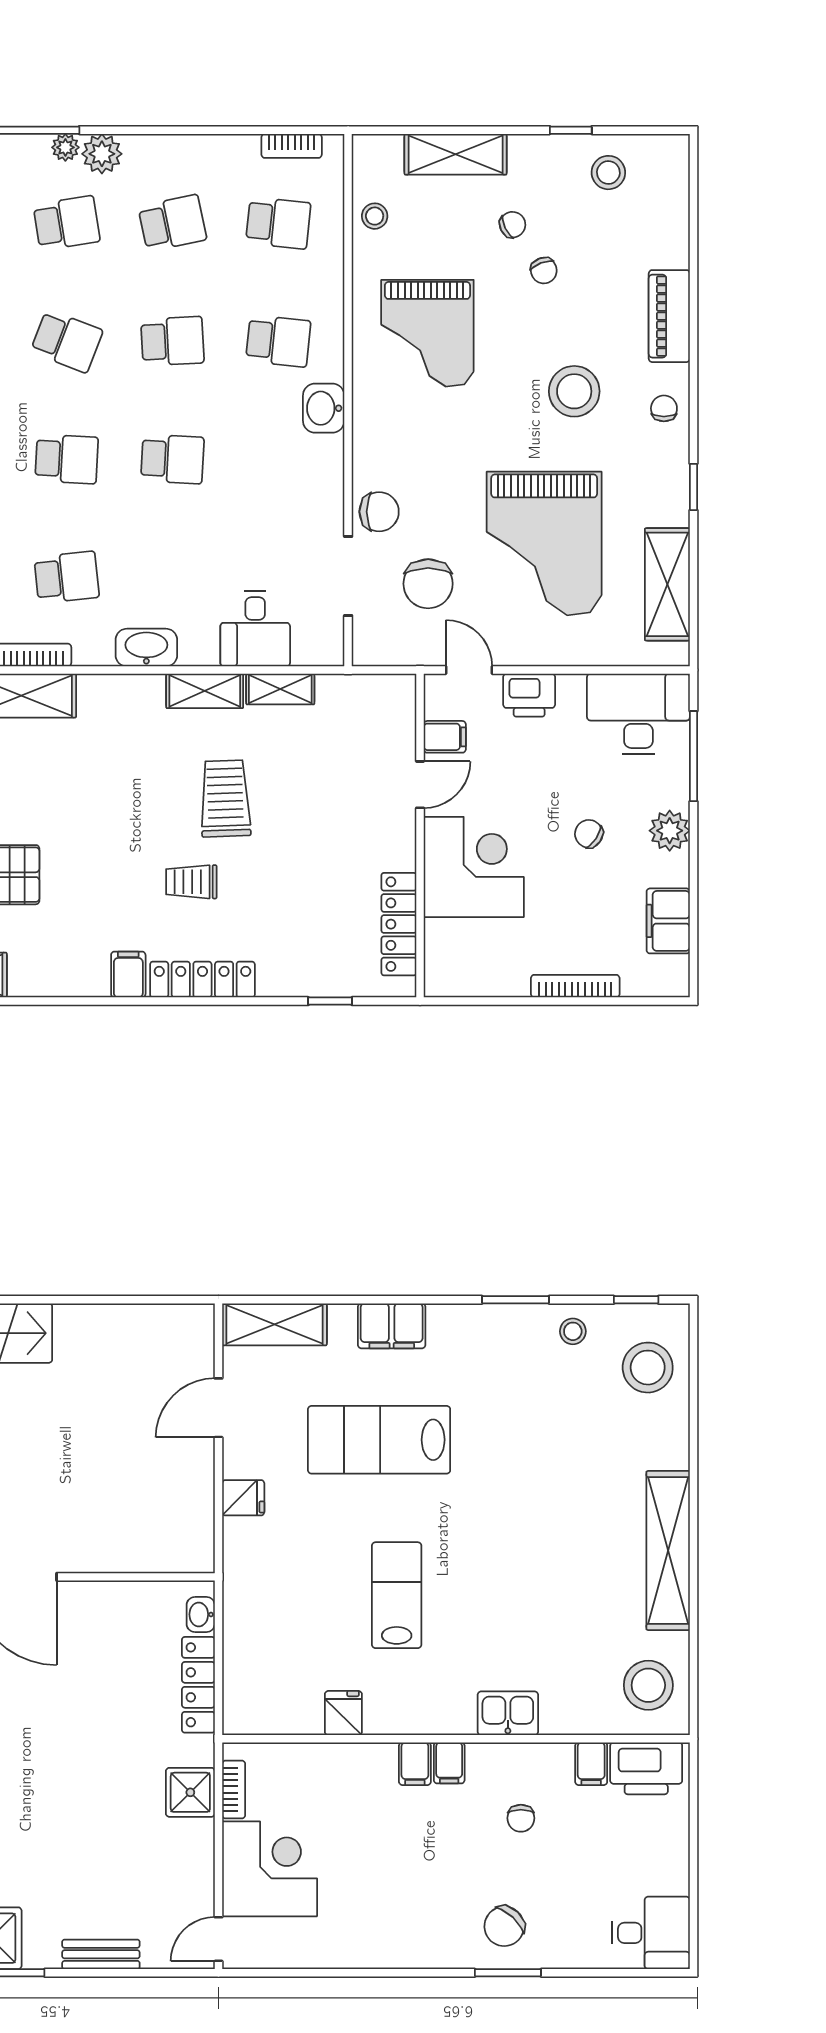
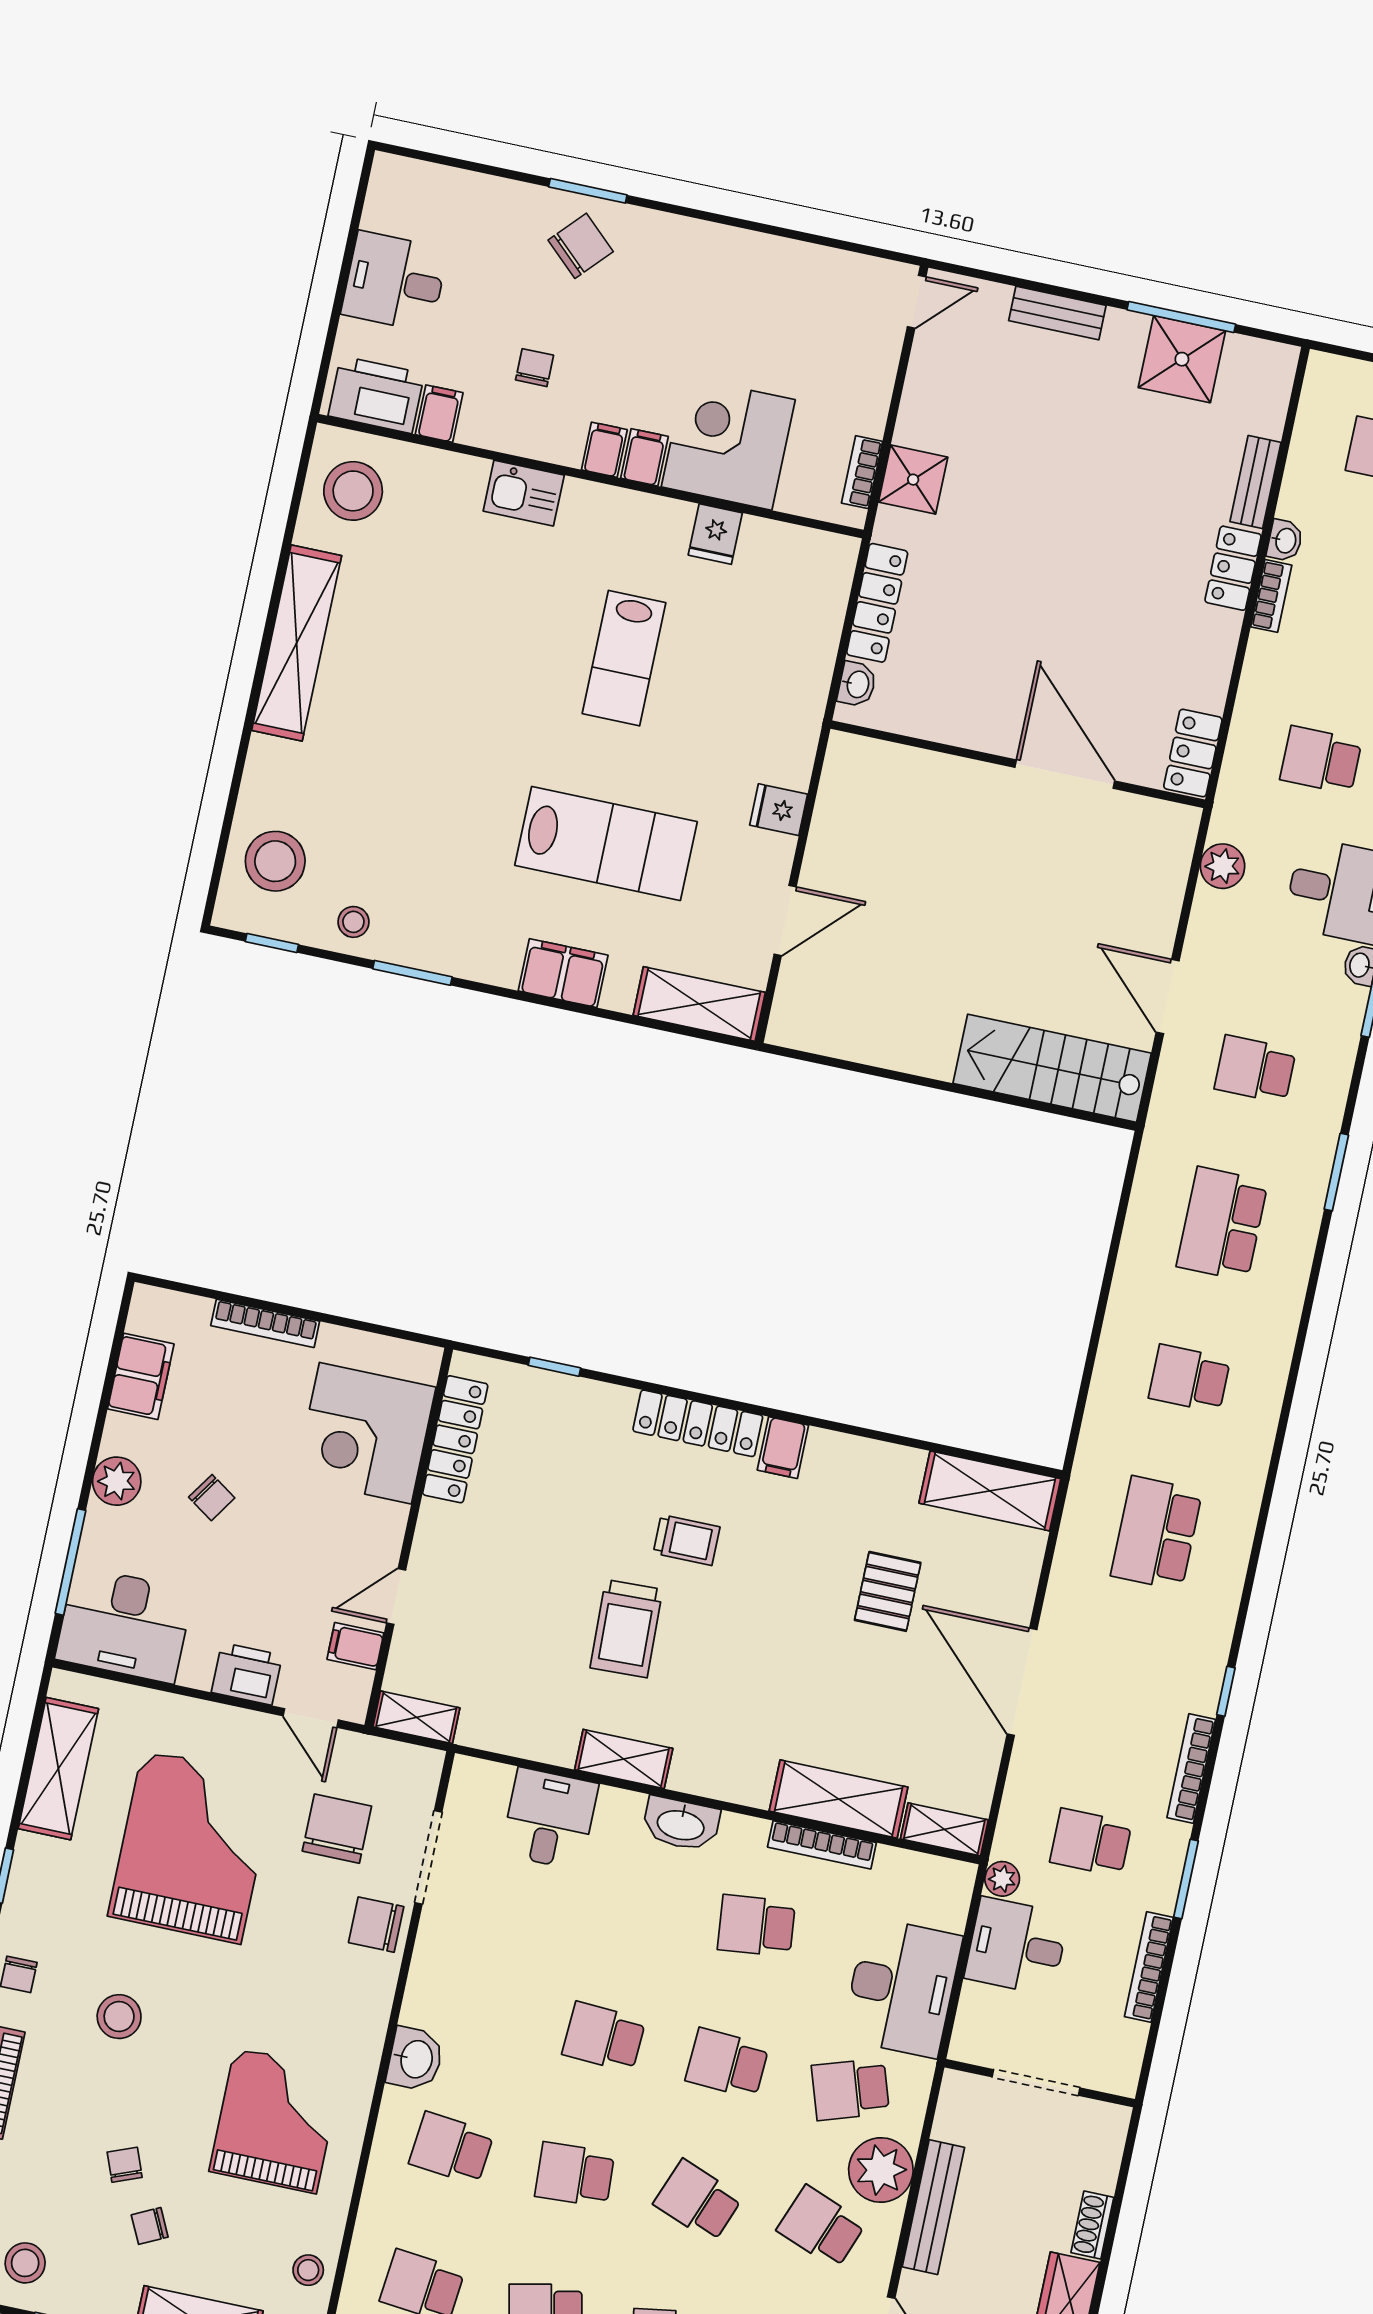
stool: (574, 391) -> (119, 2017), width x0.73, depth x0.73
shelving: (280, 689) -> (416, 1717), moved
corner desk: (474, 867) -> (365, 1433), moved
corner desk: (270, 1869) -> (728, 443), moved, turned 90
desk: (651, 1933) -> (395, 282), moved

